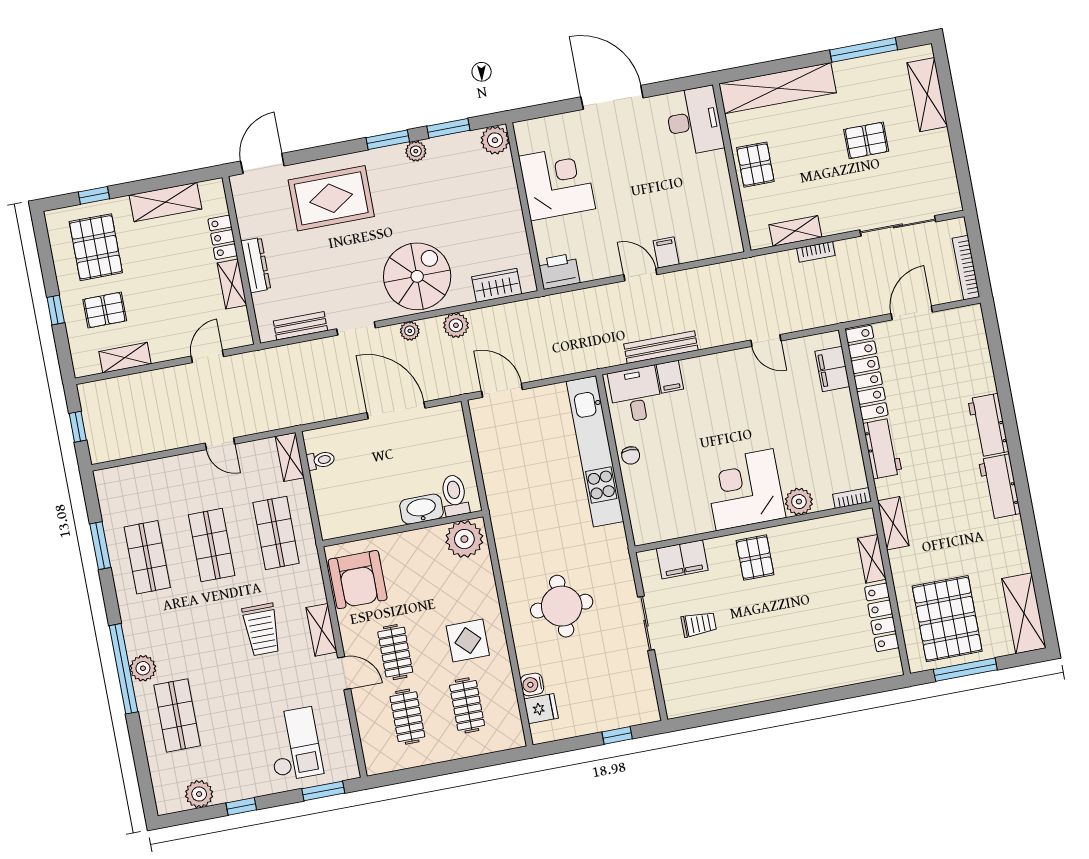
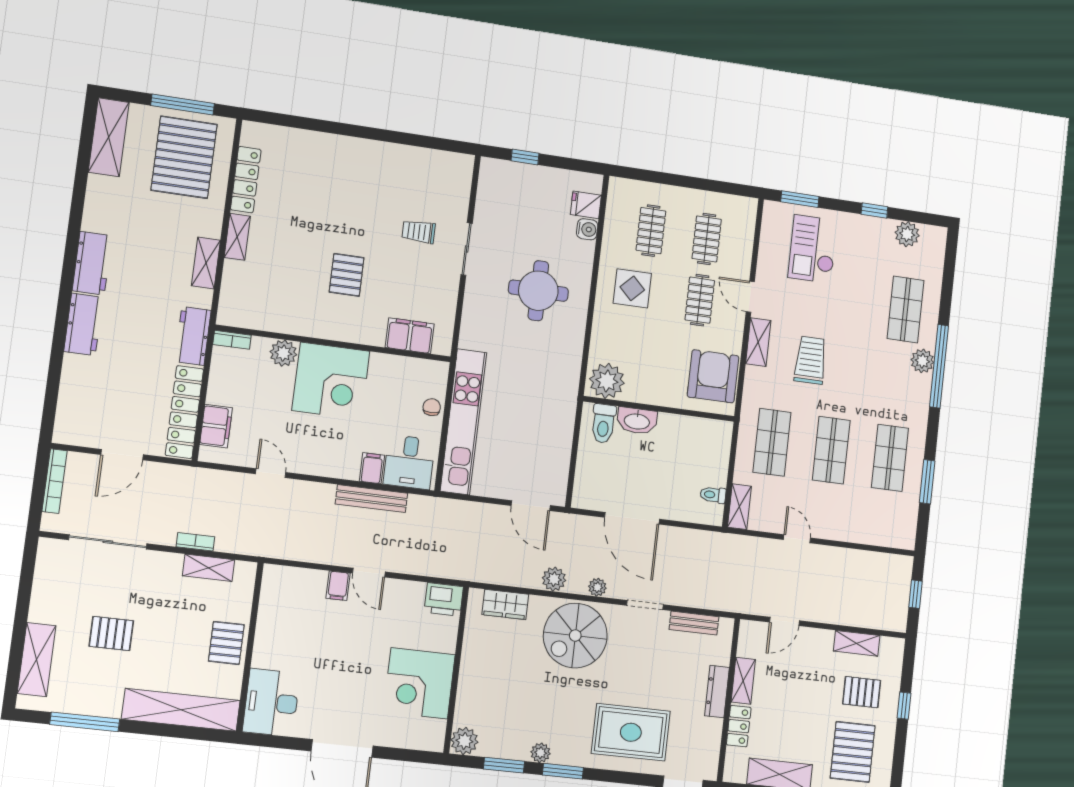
corner desk: (745, 490) -> (331, 381), moved
bookcase: (852, 498) -> (232, 340), moved
plant: (799, 502) -> (283, 353), moved
wall: (754, 527) -> (334, 343), moved
filing cabinet: (682, 559) -> (410, 336), moved

